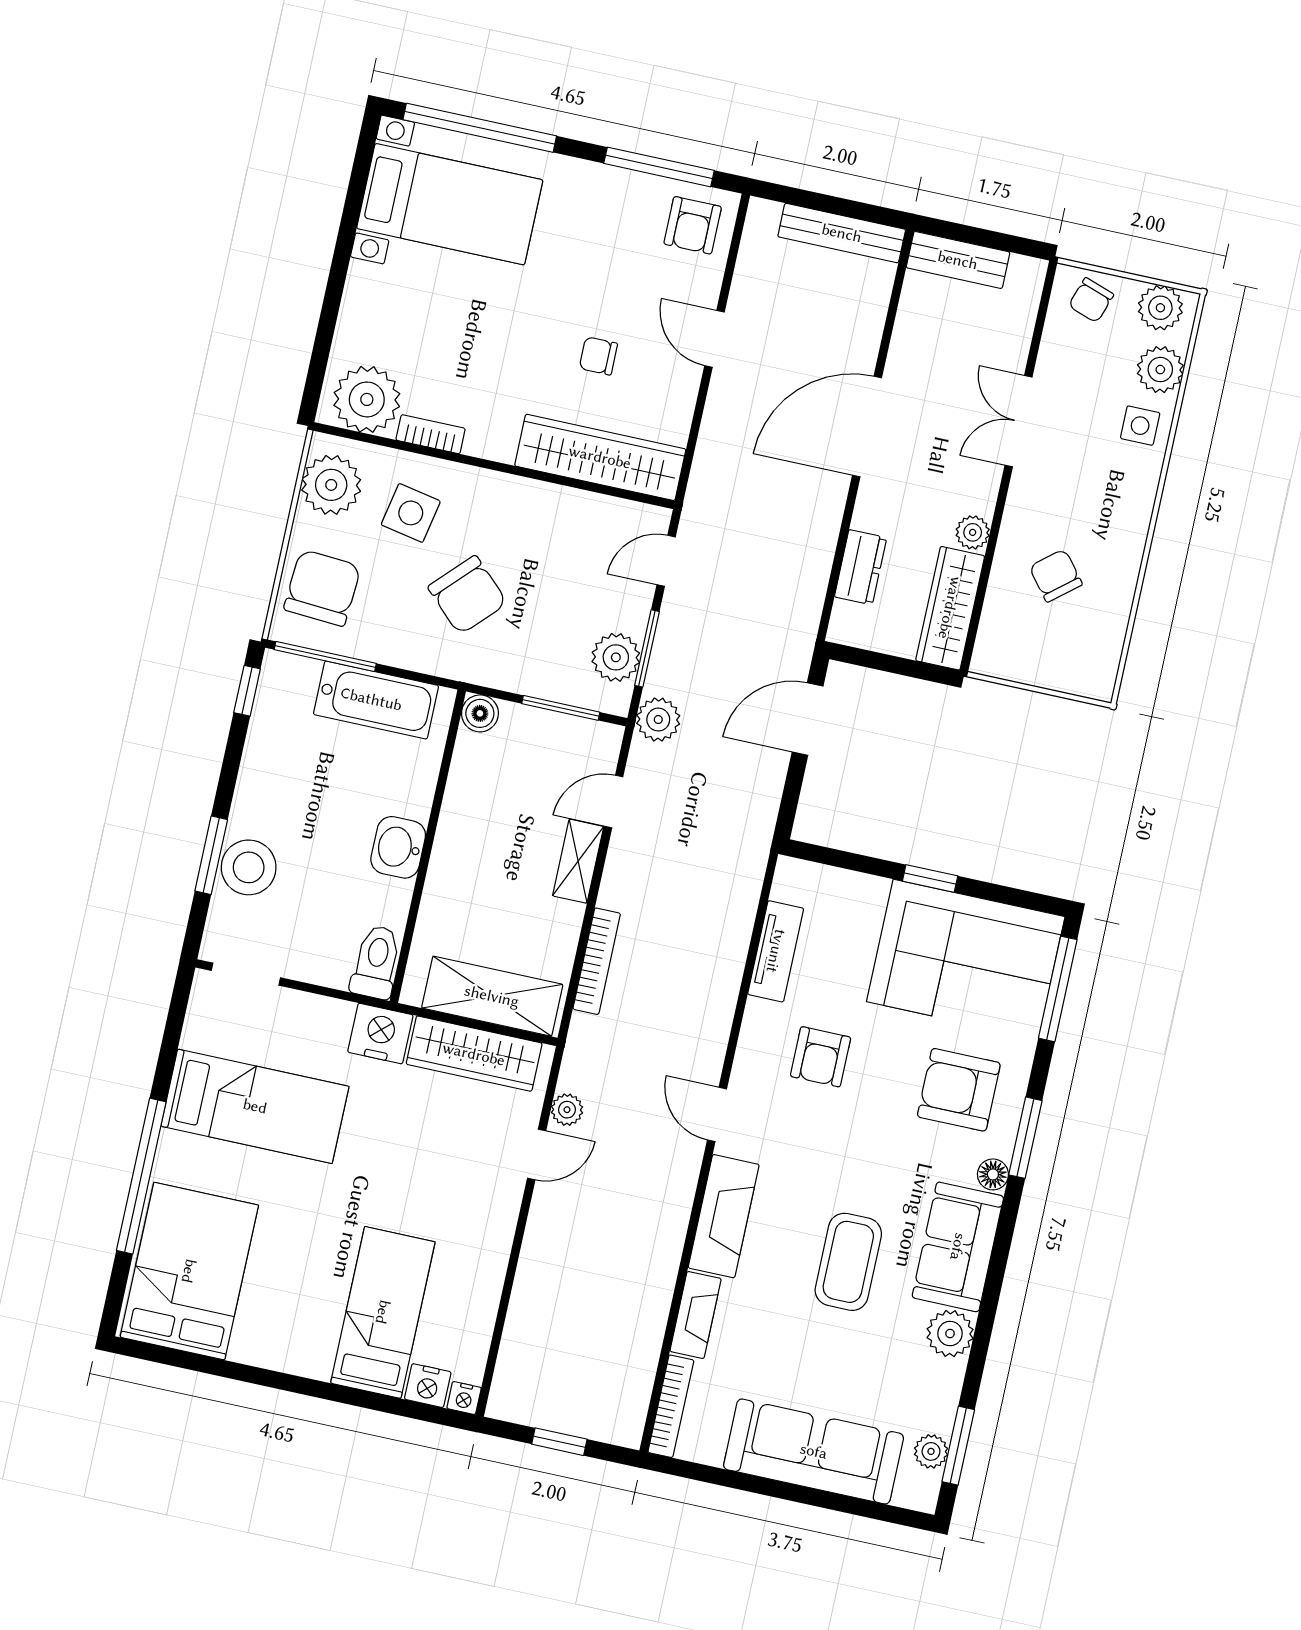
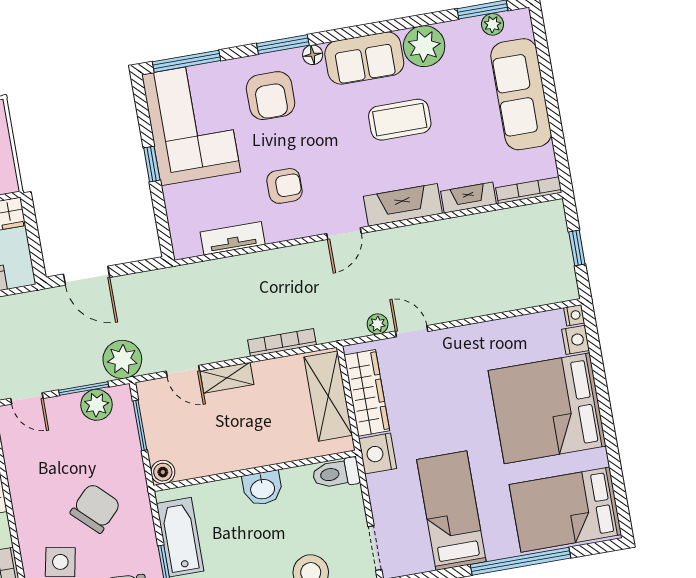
plant: (658, 720) -> (122, 359), width x1.36, depth x1.36
bed: (383, 1312) -> (547, 408), width x2.04
plant: (950, 1334) -> (424, 46), width x1.36, depth x1.36

